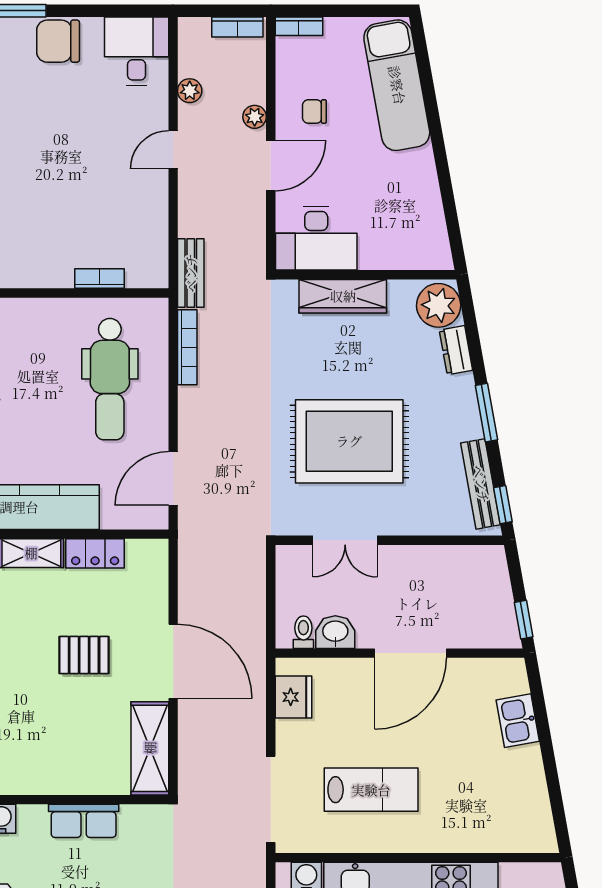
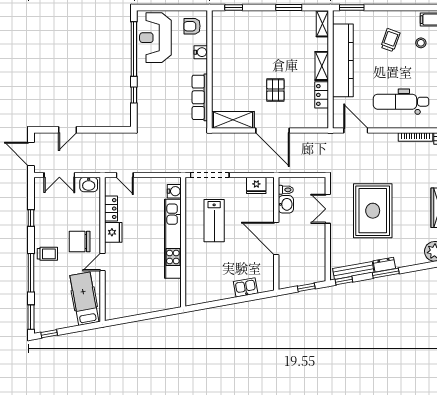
dresser: (456, 350) -> (384, 265), moved
window: (524, 620) -> (306, 287), moved
door: (173, 661) -> (273, 130), hinge flipped
row of seats: (84, 821) -> (200, 97), width x1.48

